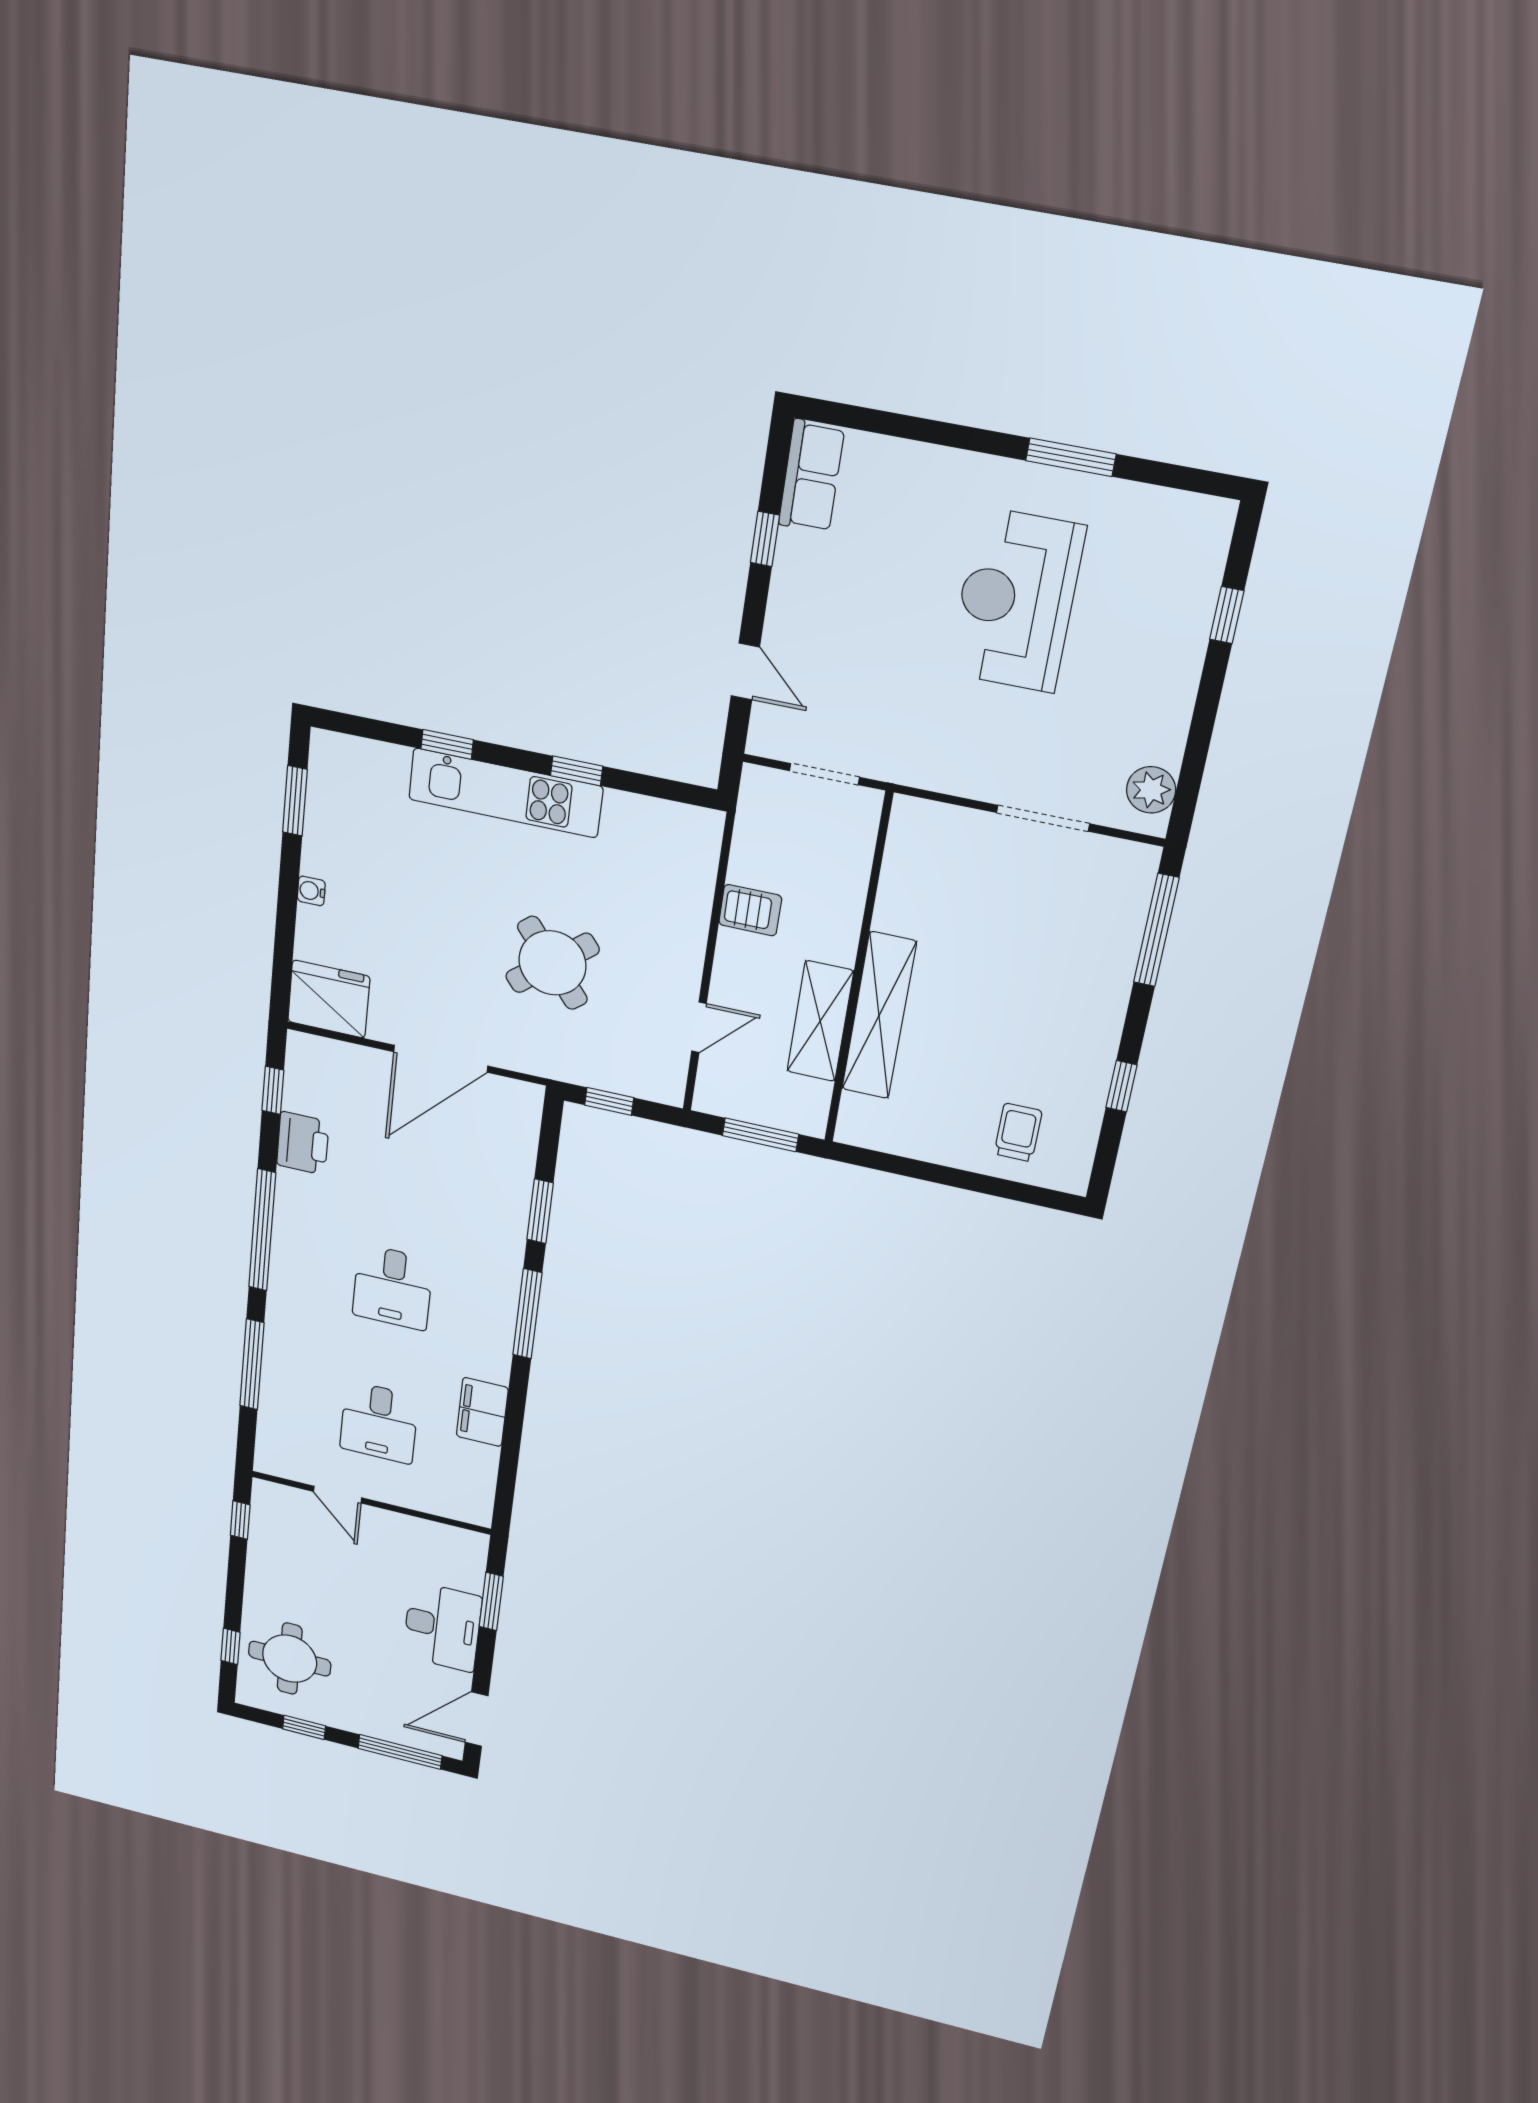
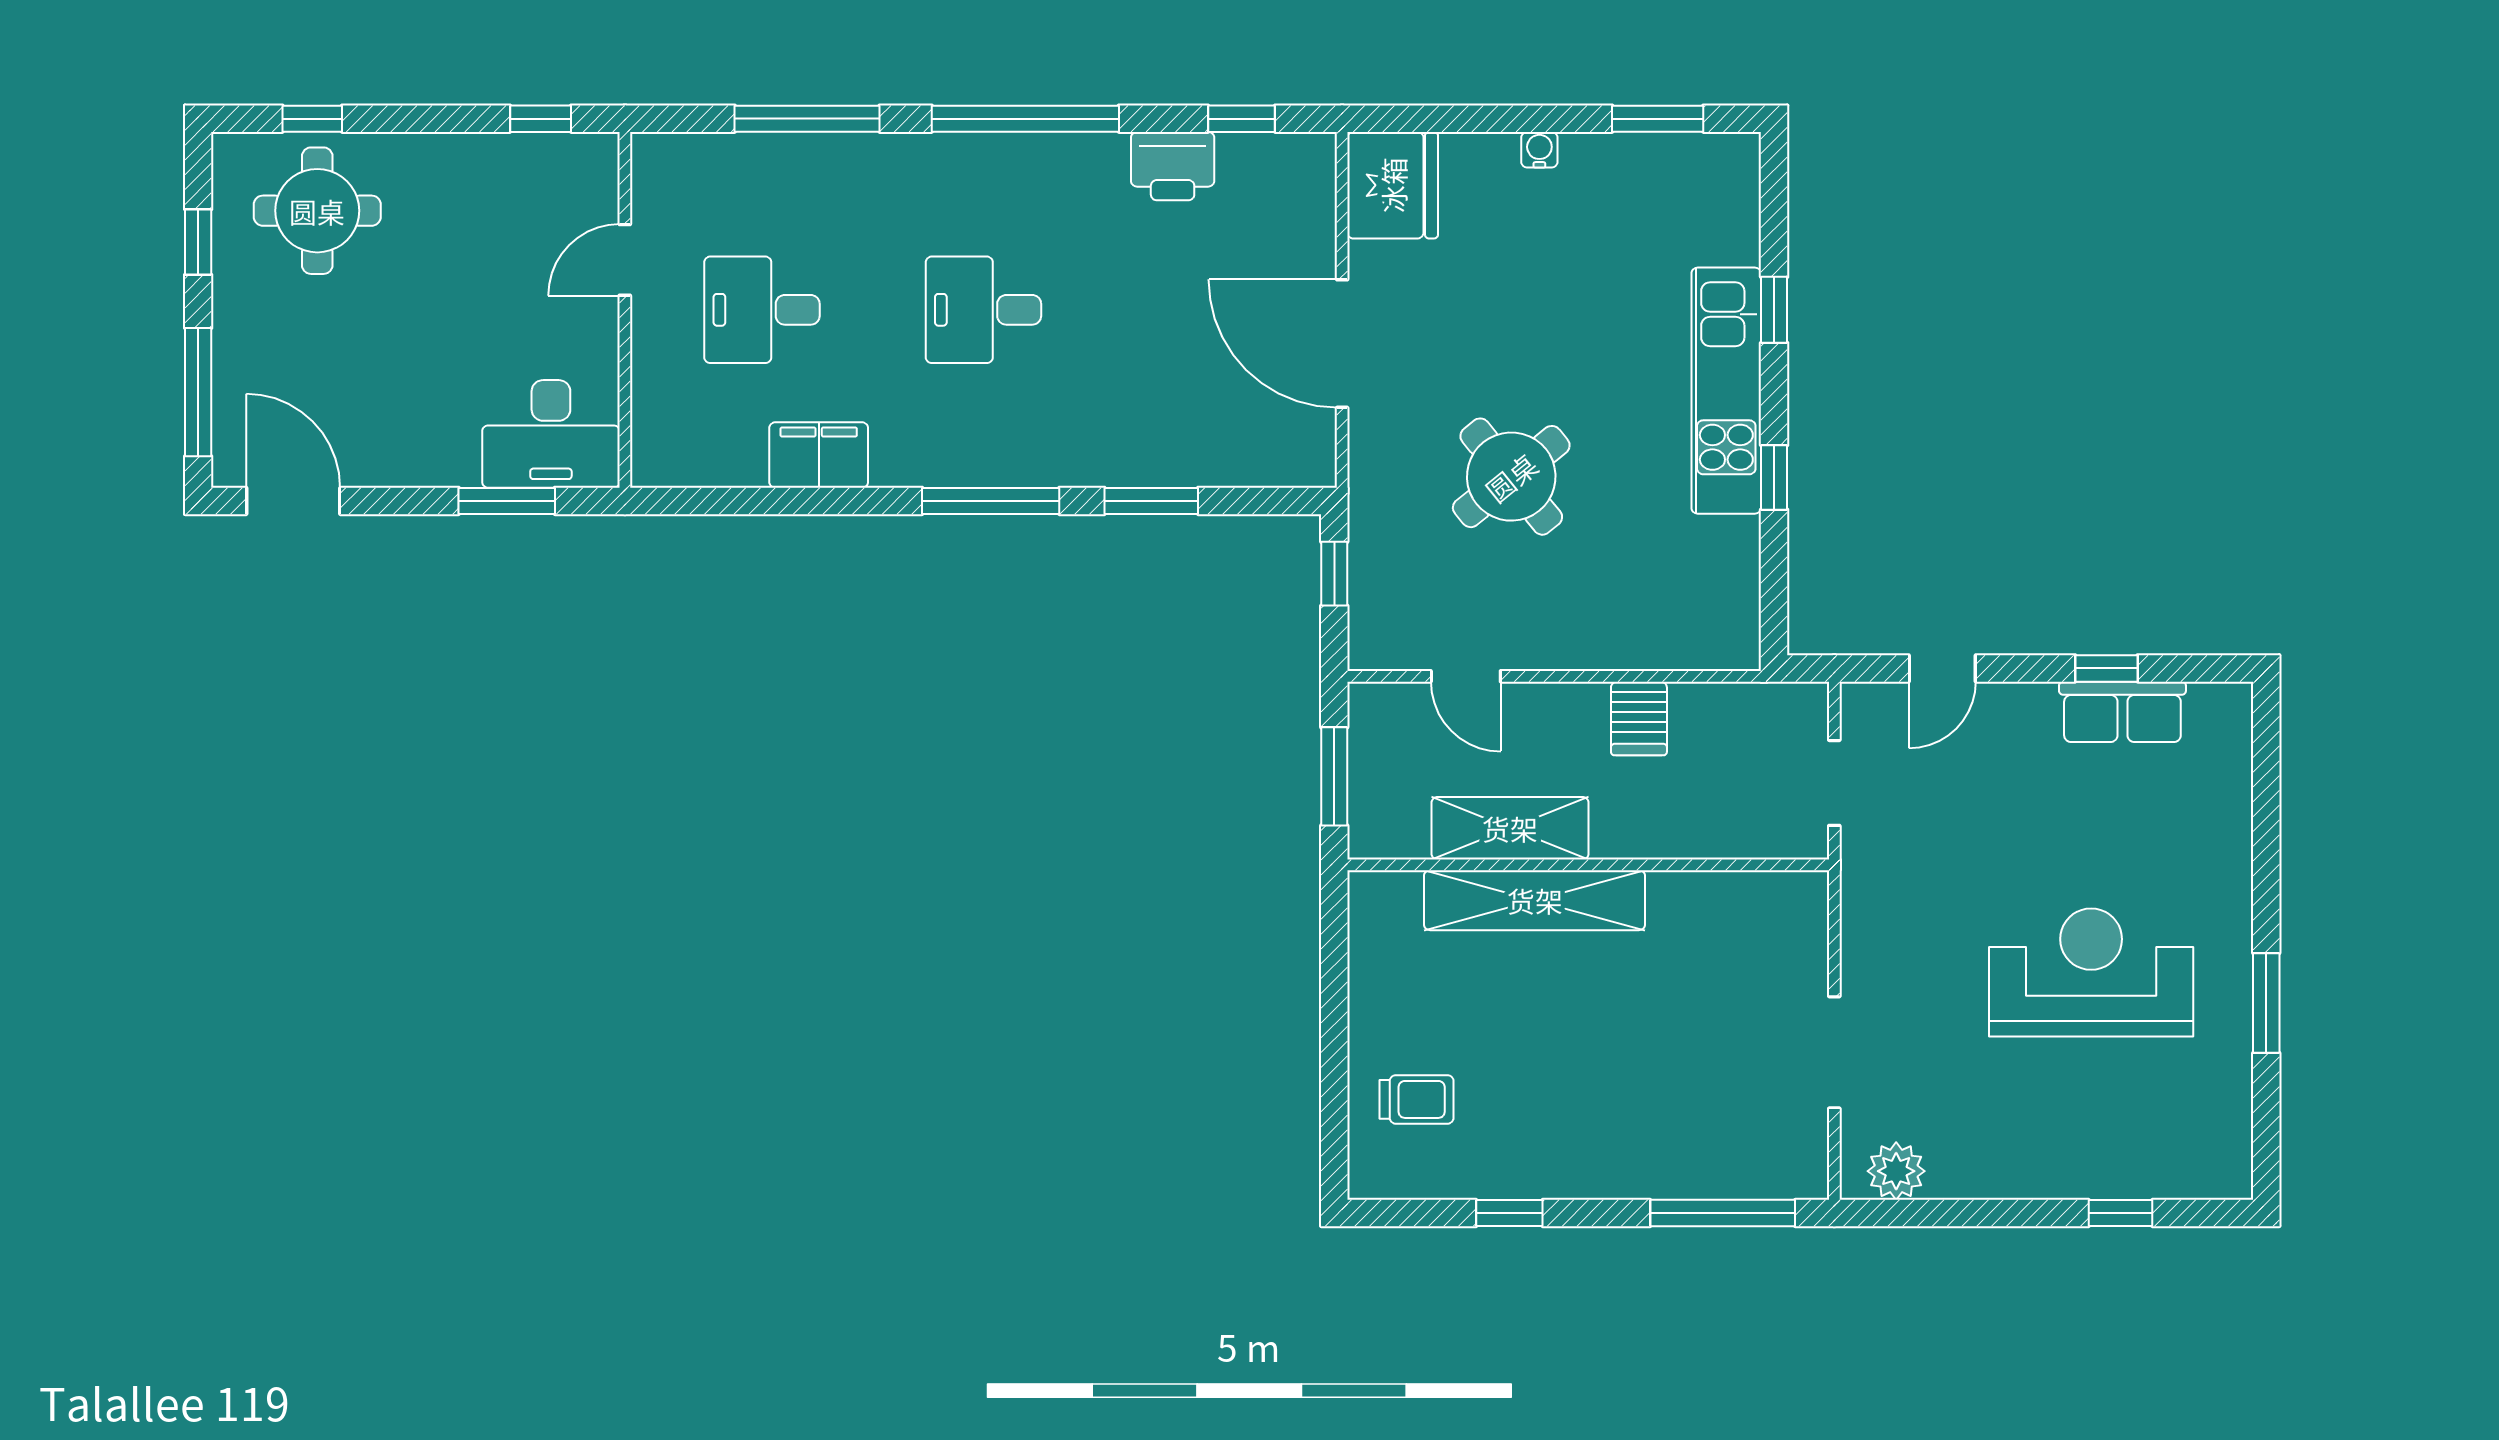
row of seats: (811, 476) -> (2122, 712), moved
desk: (442, 1627) -> (551, 434), moved

